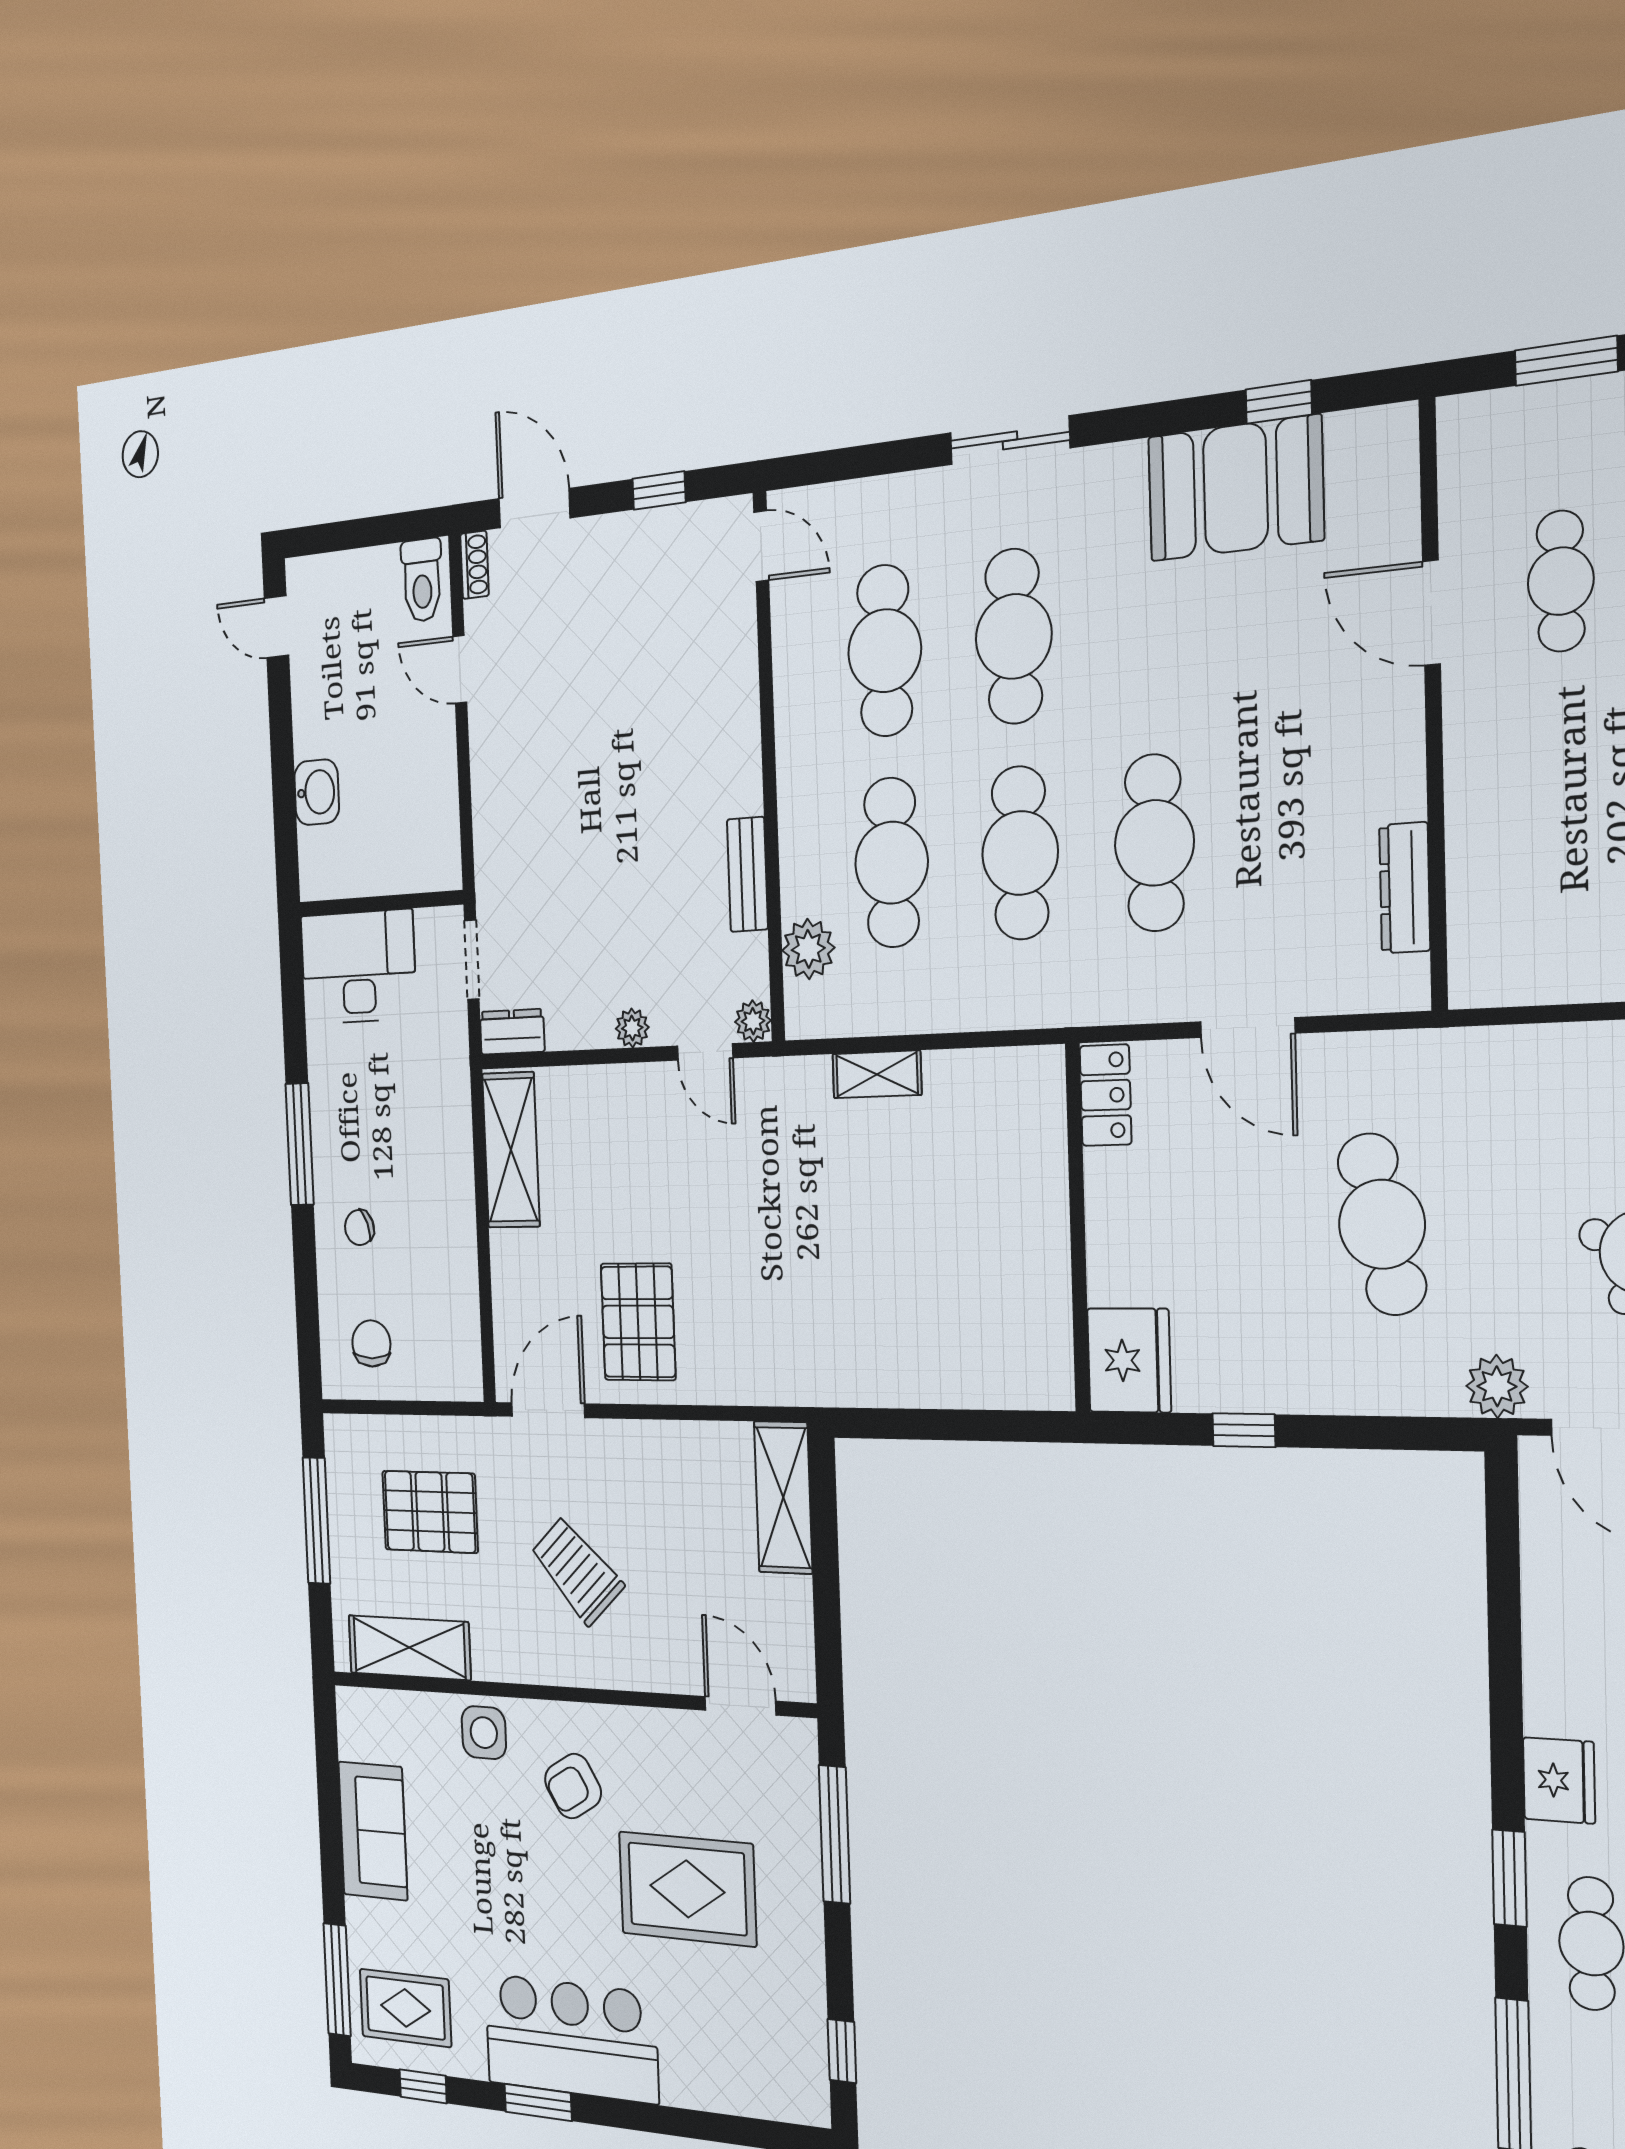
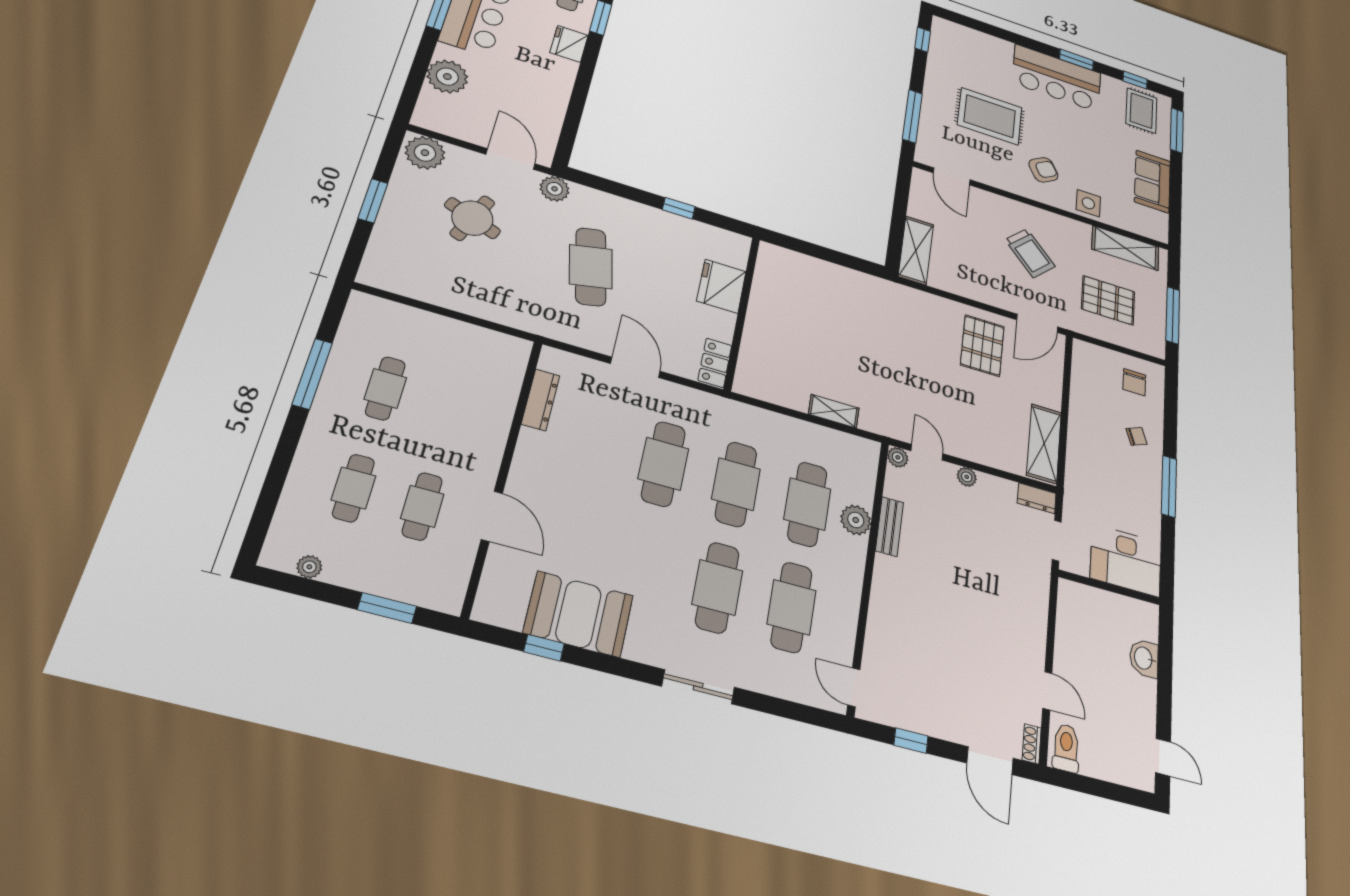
plant: (808, 949) -> (856, 520), moved
fridge: (1129, 1360) -> (721, 286), moved
rug: (405, 2008) -> (1141, 111), turned 90

